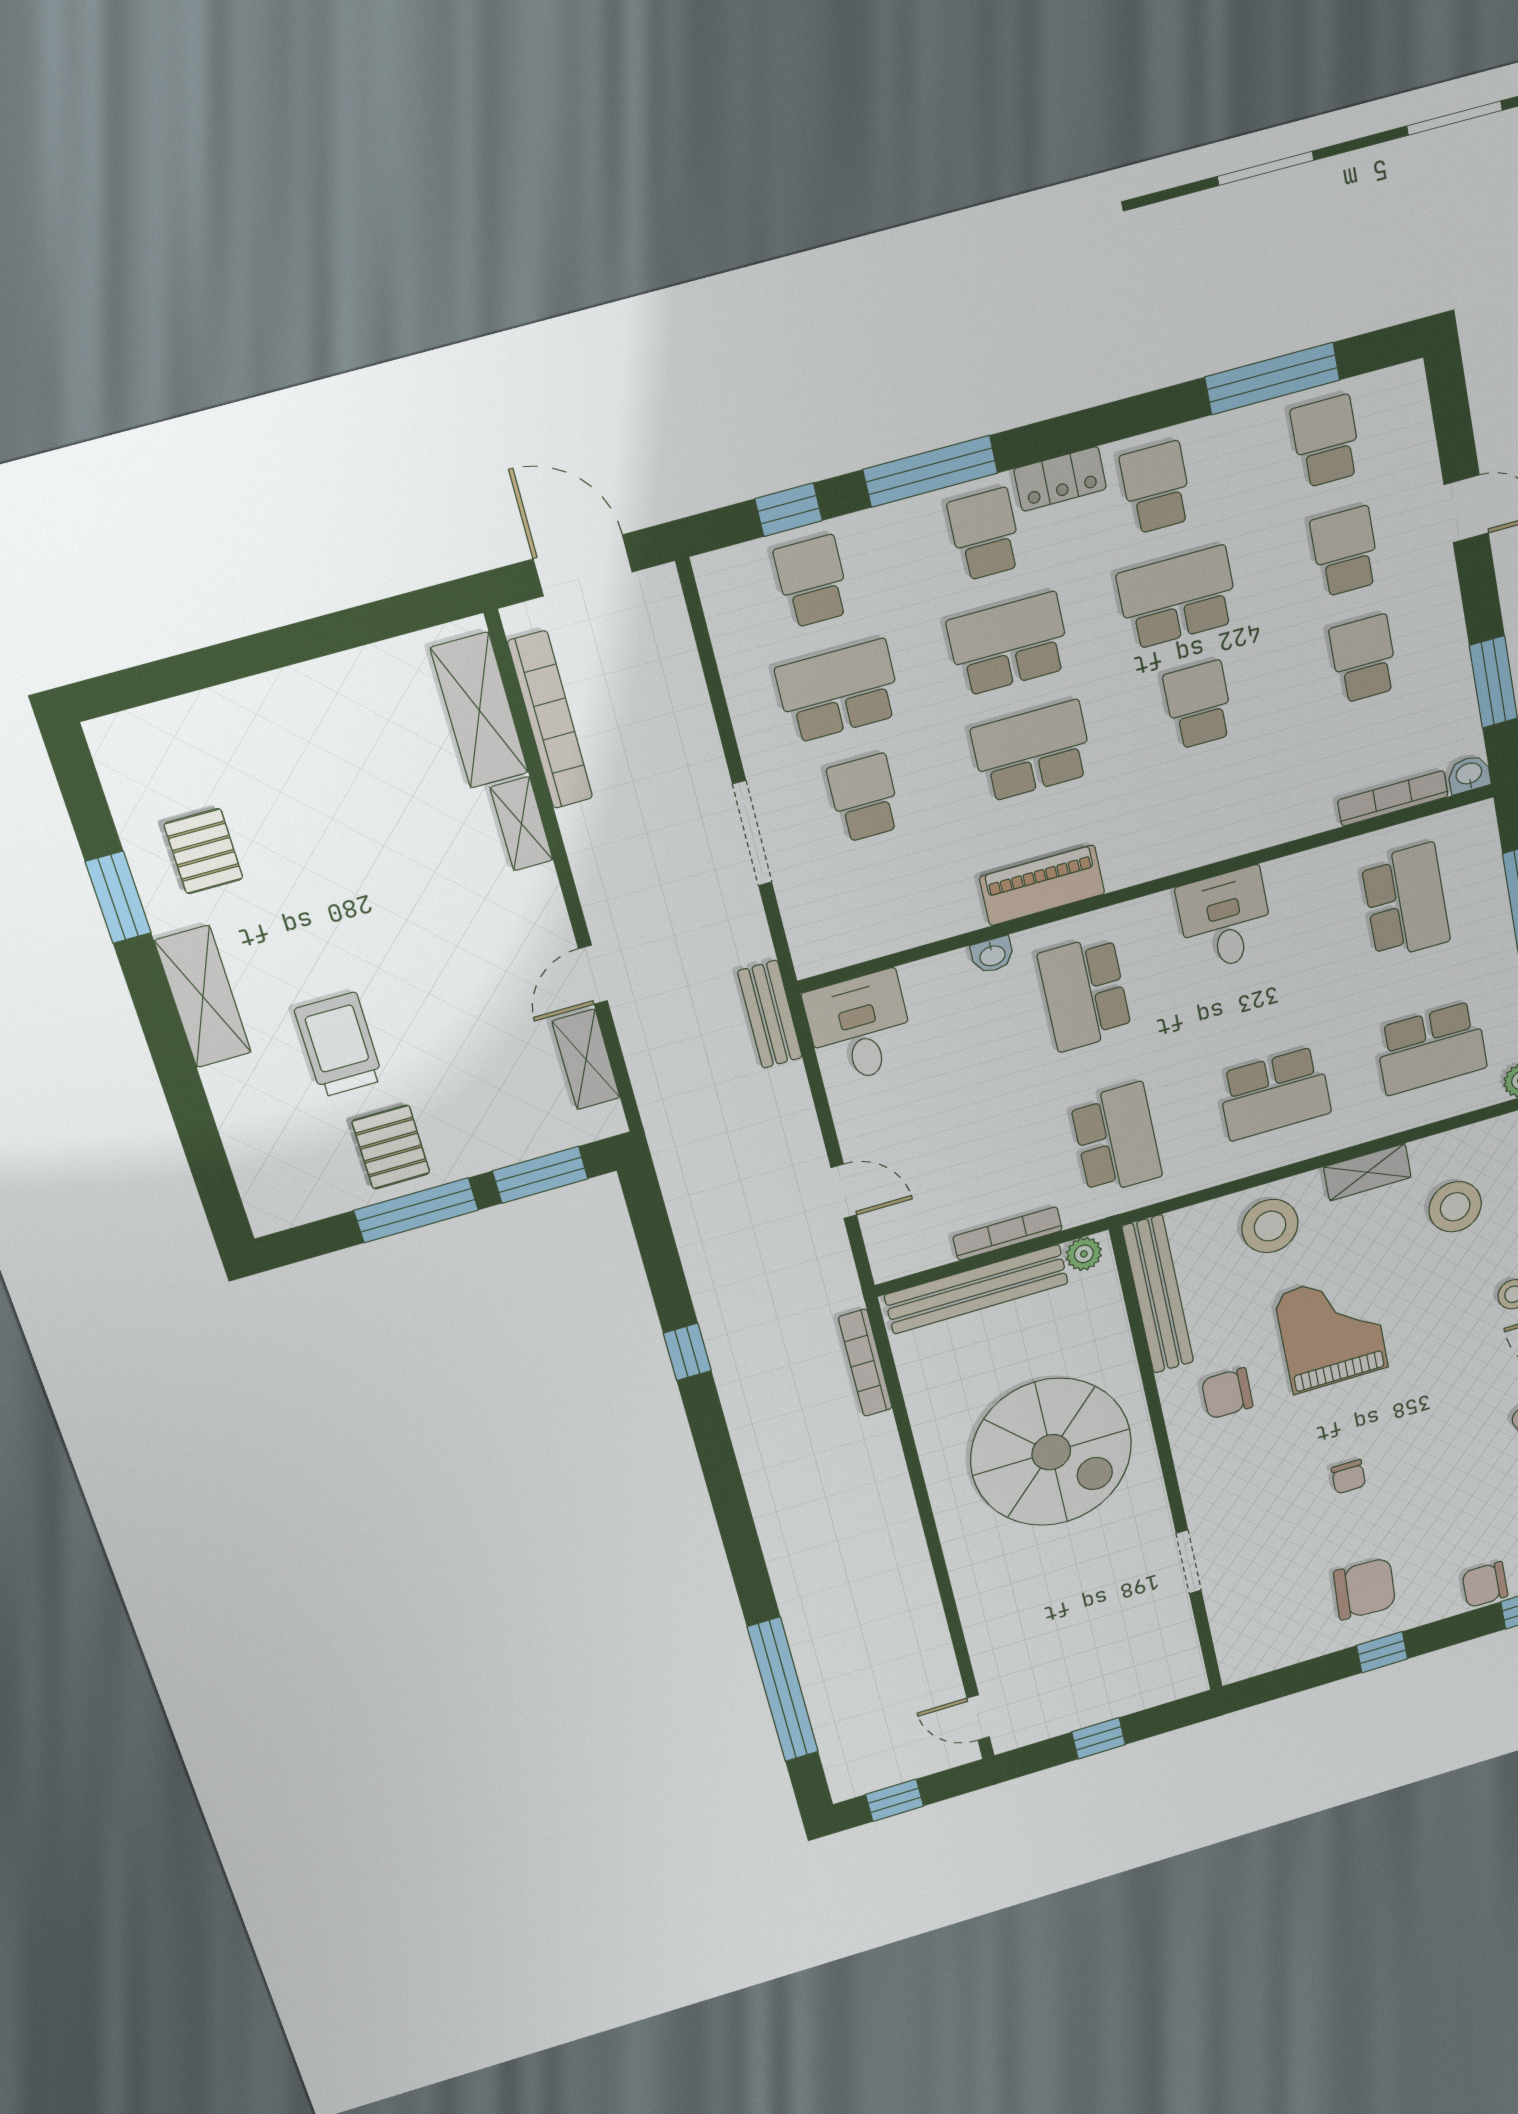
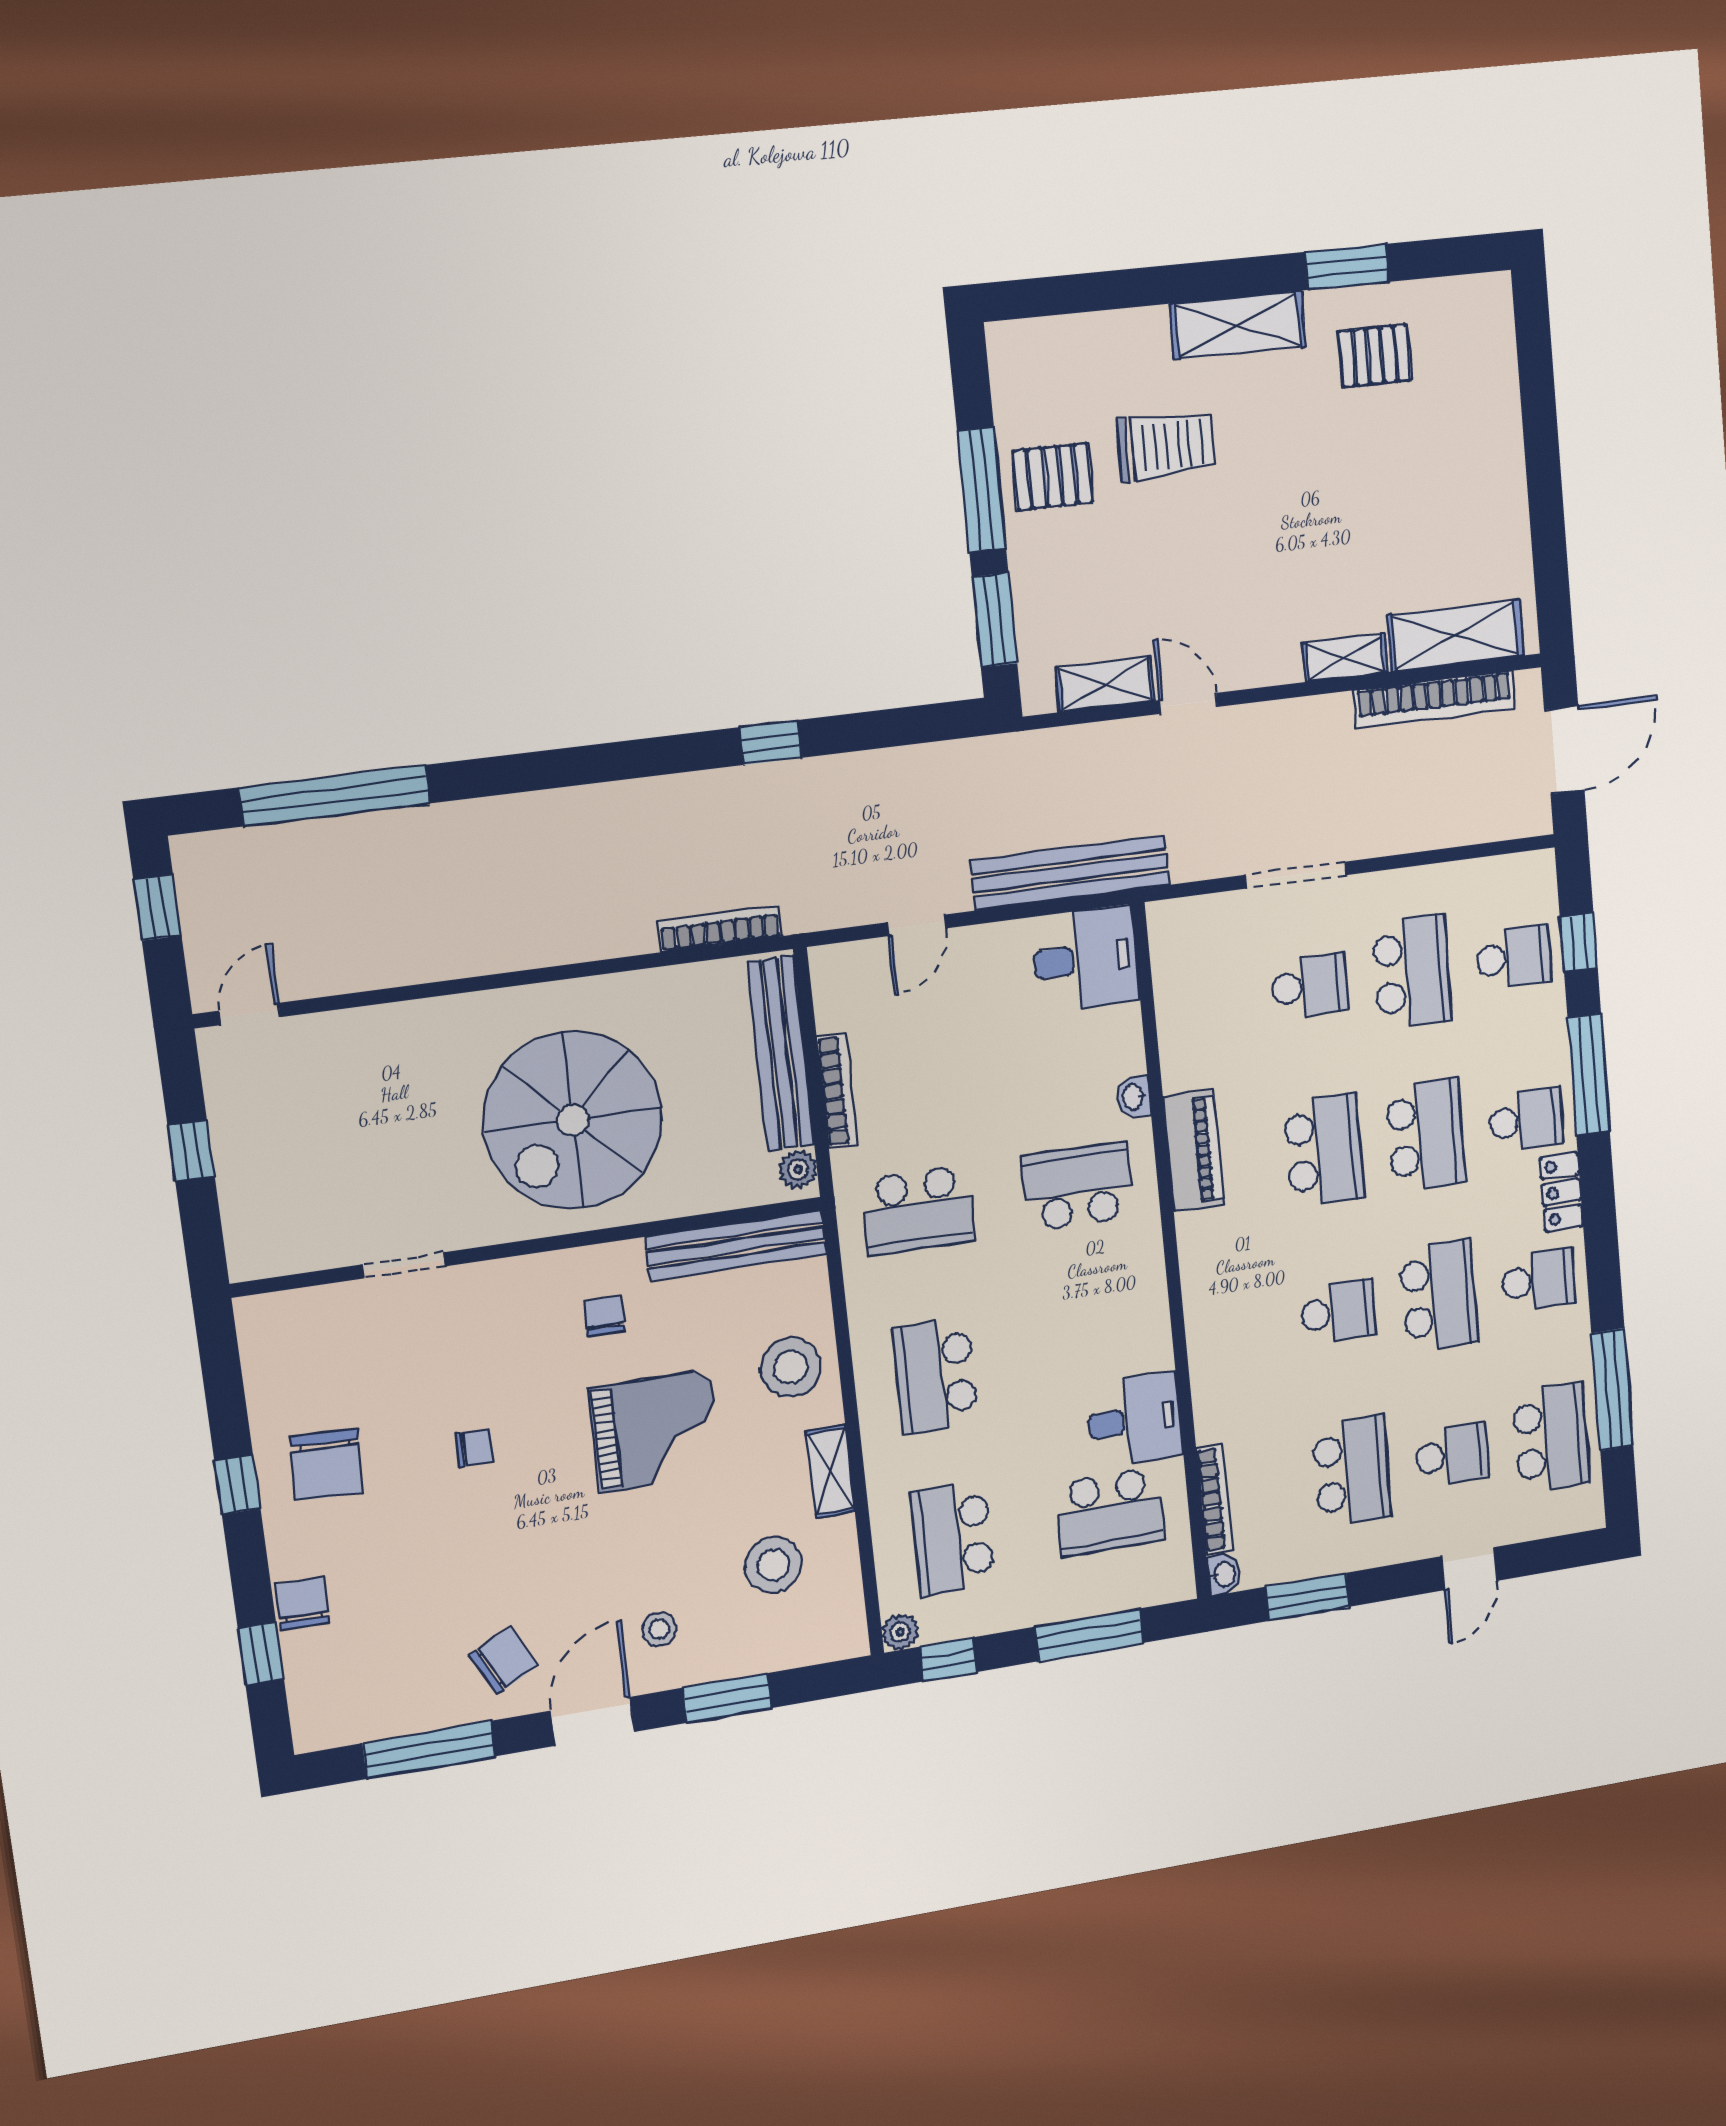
school desk: (1326, 441) -> (1551, 1438), width x1.85
school desk: (1364, 659) -> (1352, 1471), width x1.85
desk: (1225, 920) -> (1134, 1420), moved
bench: (770, 1014) -> (1071, 873), width x1.86, depth x1.21
chair: (1227, 1393) -> (604, 1316), width x0.73, depth x0.73
chair: (1349, 1477) -> (474, 1448), turned 180

